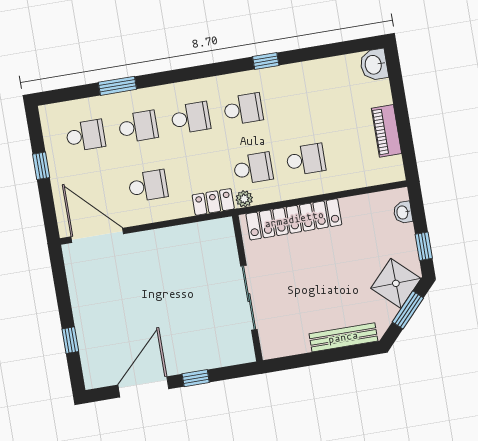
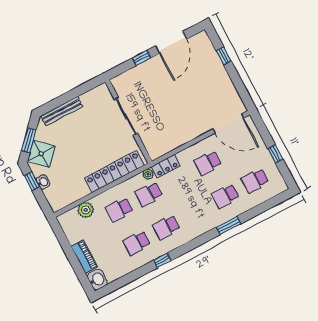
window: (117, 86) -> (228, 225), moved
school desk: (191, 118) -> (137, 243), moved
piano: (387, 131) -> (84, 257), moved
plant: (357, 176) -> (86, 210), added
washbasin: (403, 212) -> (43, 182), moved

